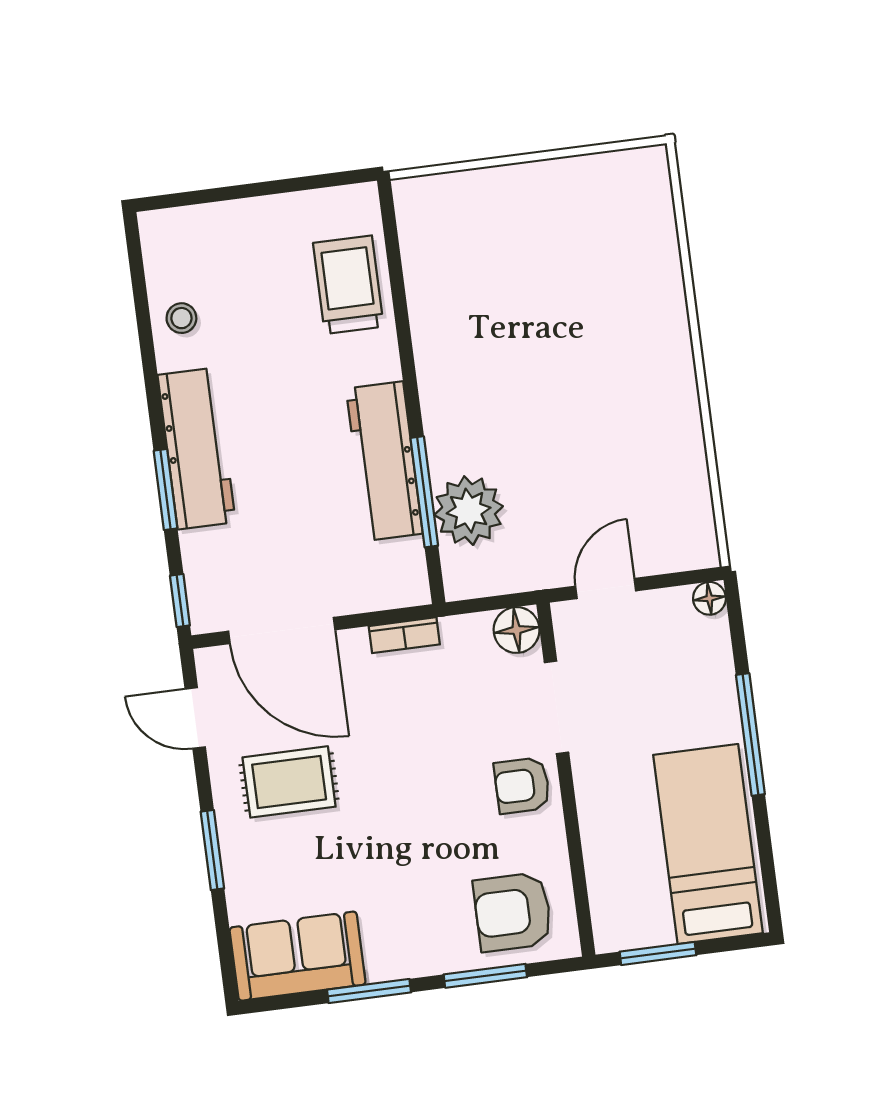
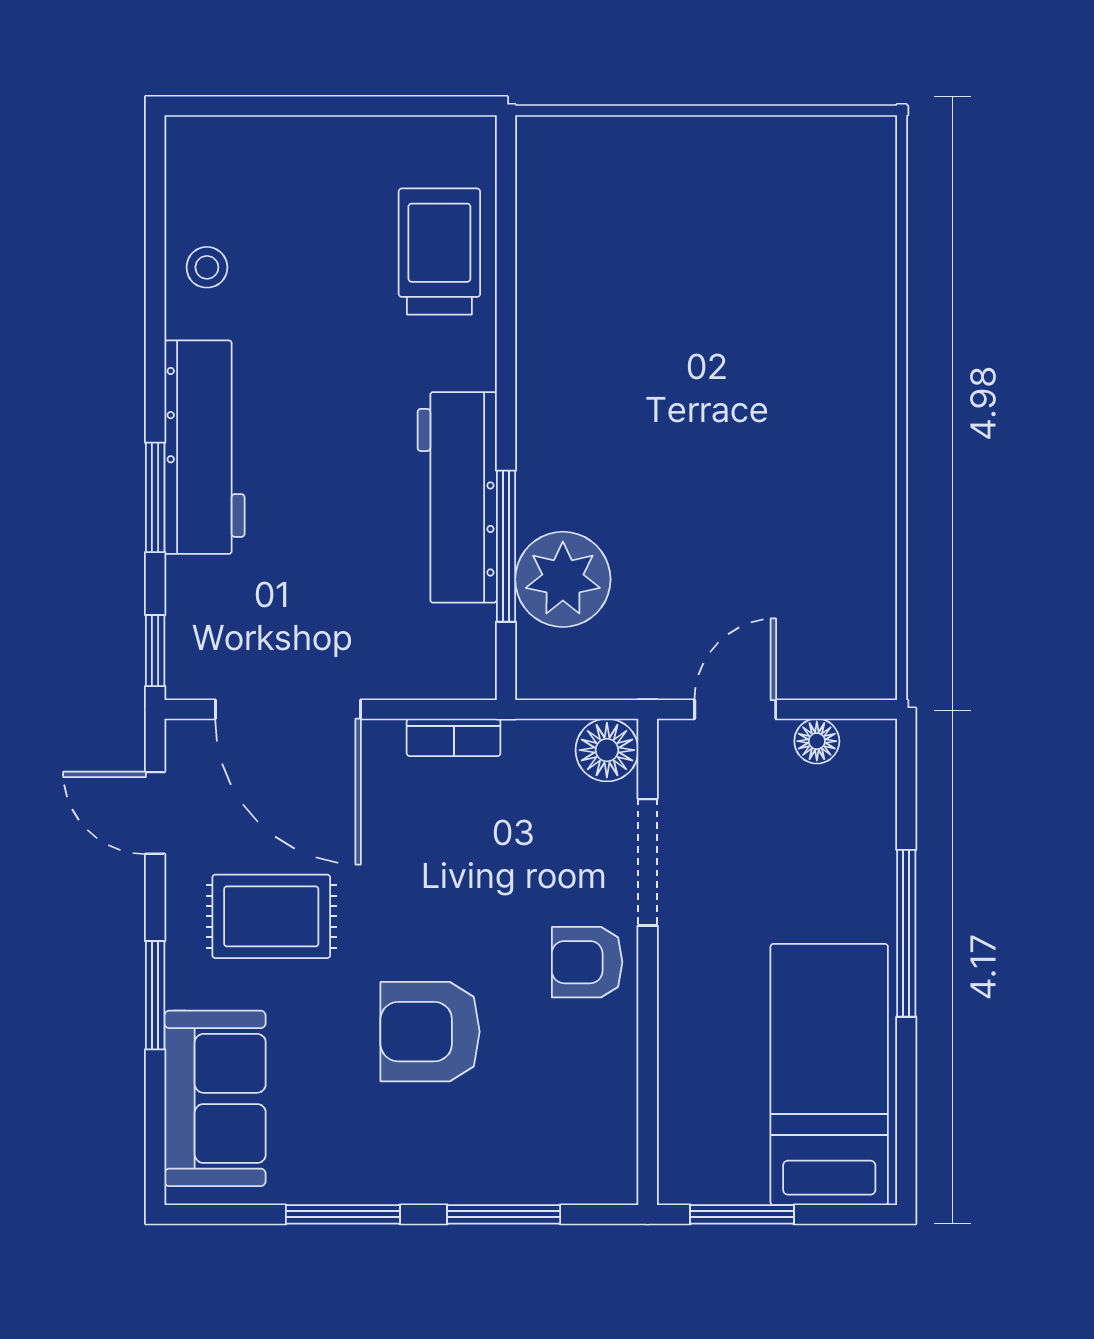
floor lamp: (709, 598) -> (817, 741), moved
armchair: (513, 912) -> (430, 1032), moved
sofa: (298, 956) -> (215, 1098), moved, turned 90

